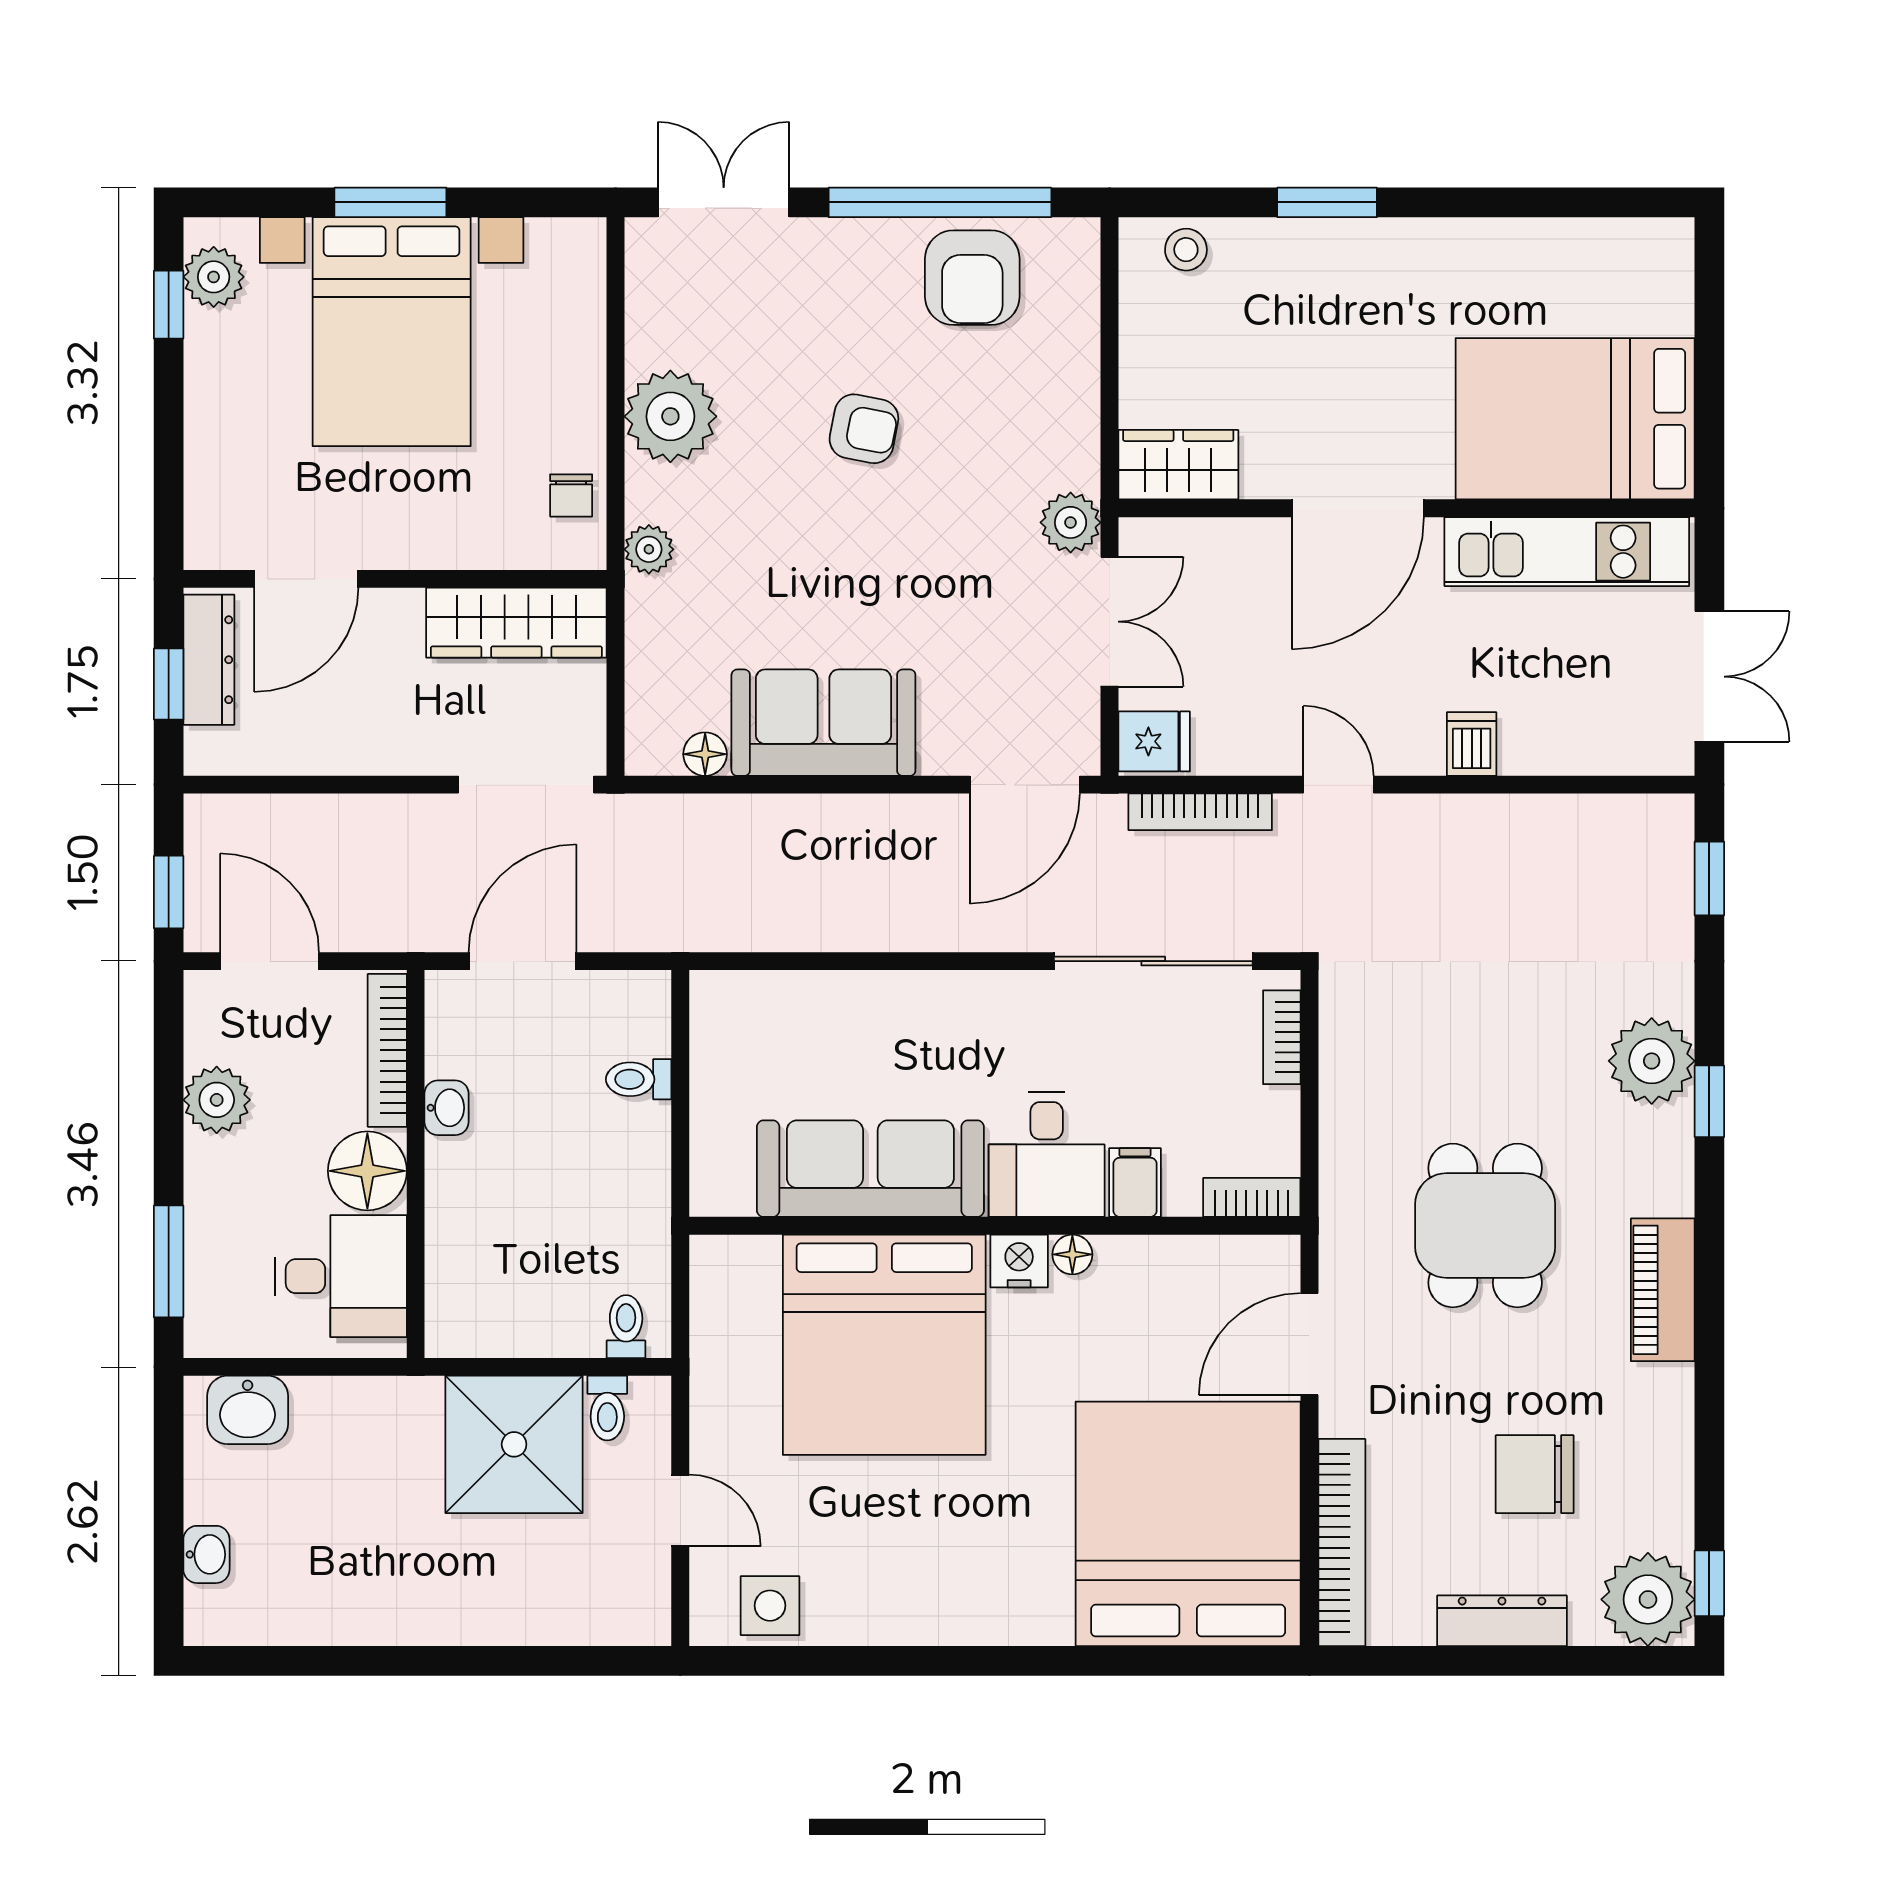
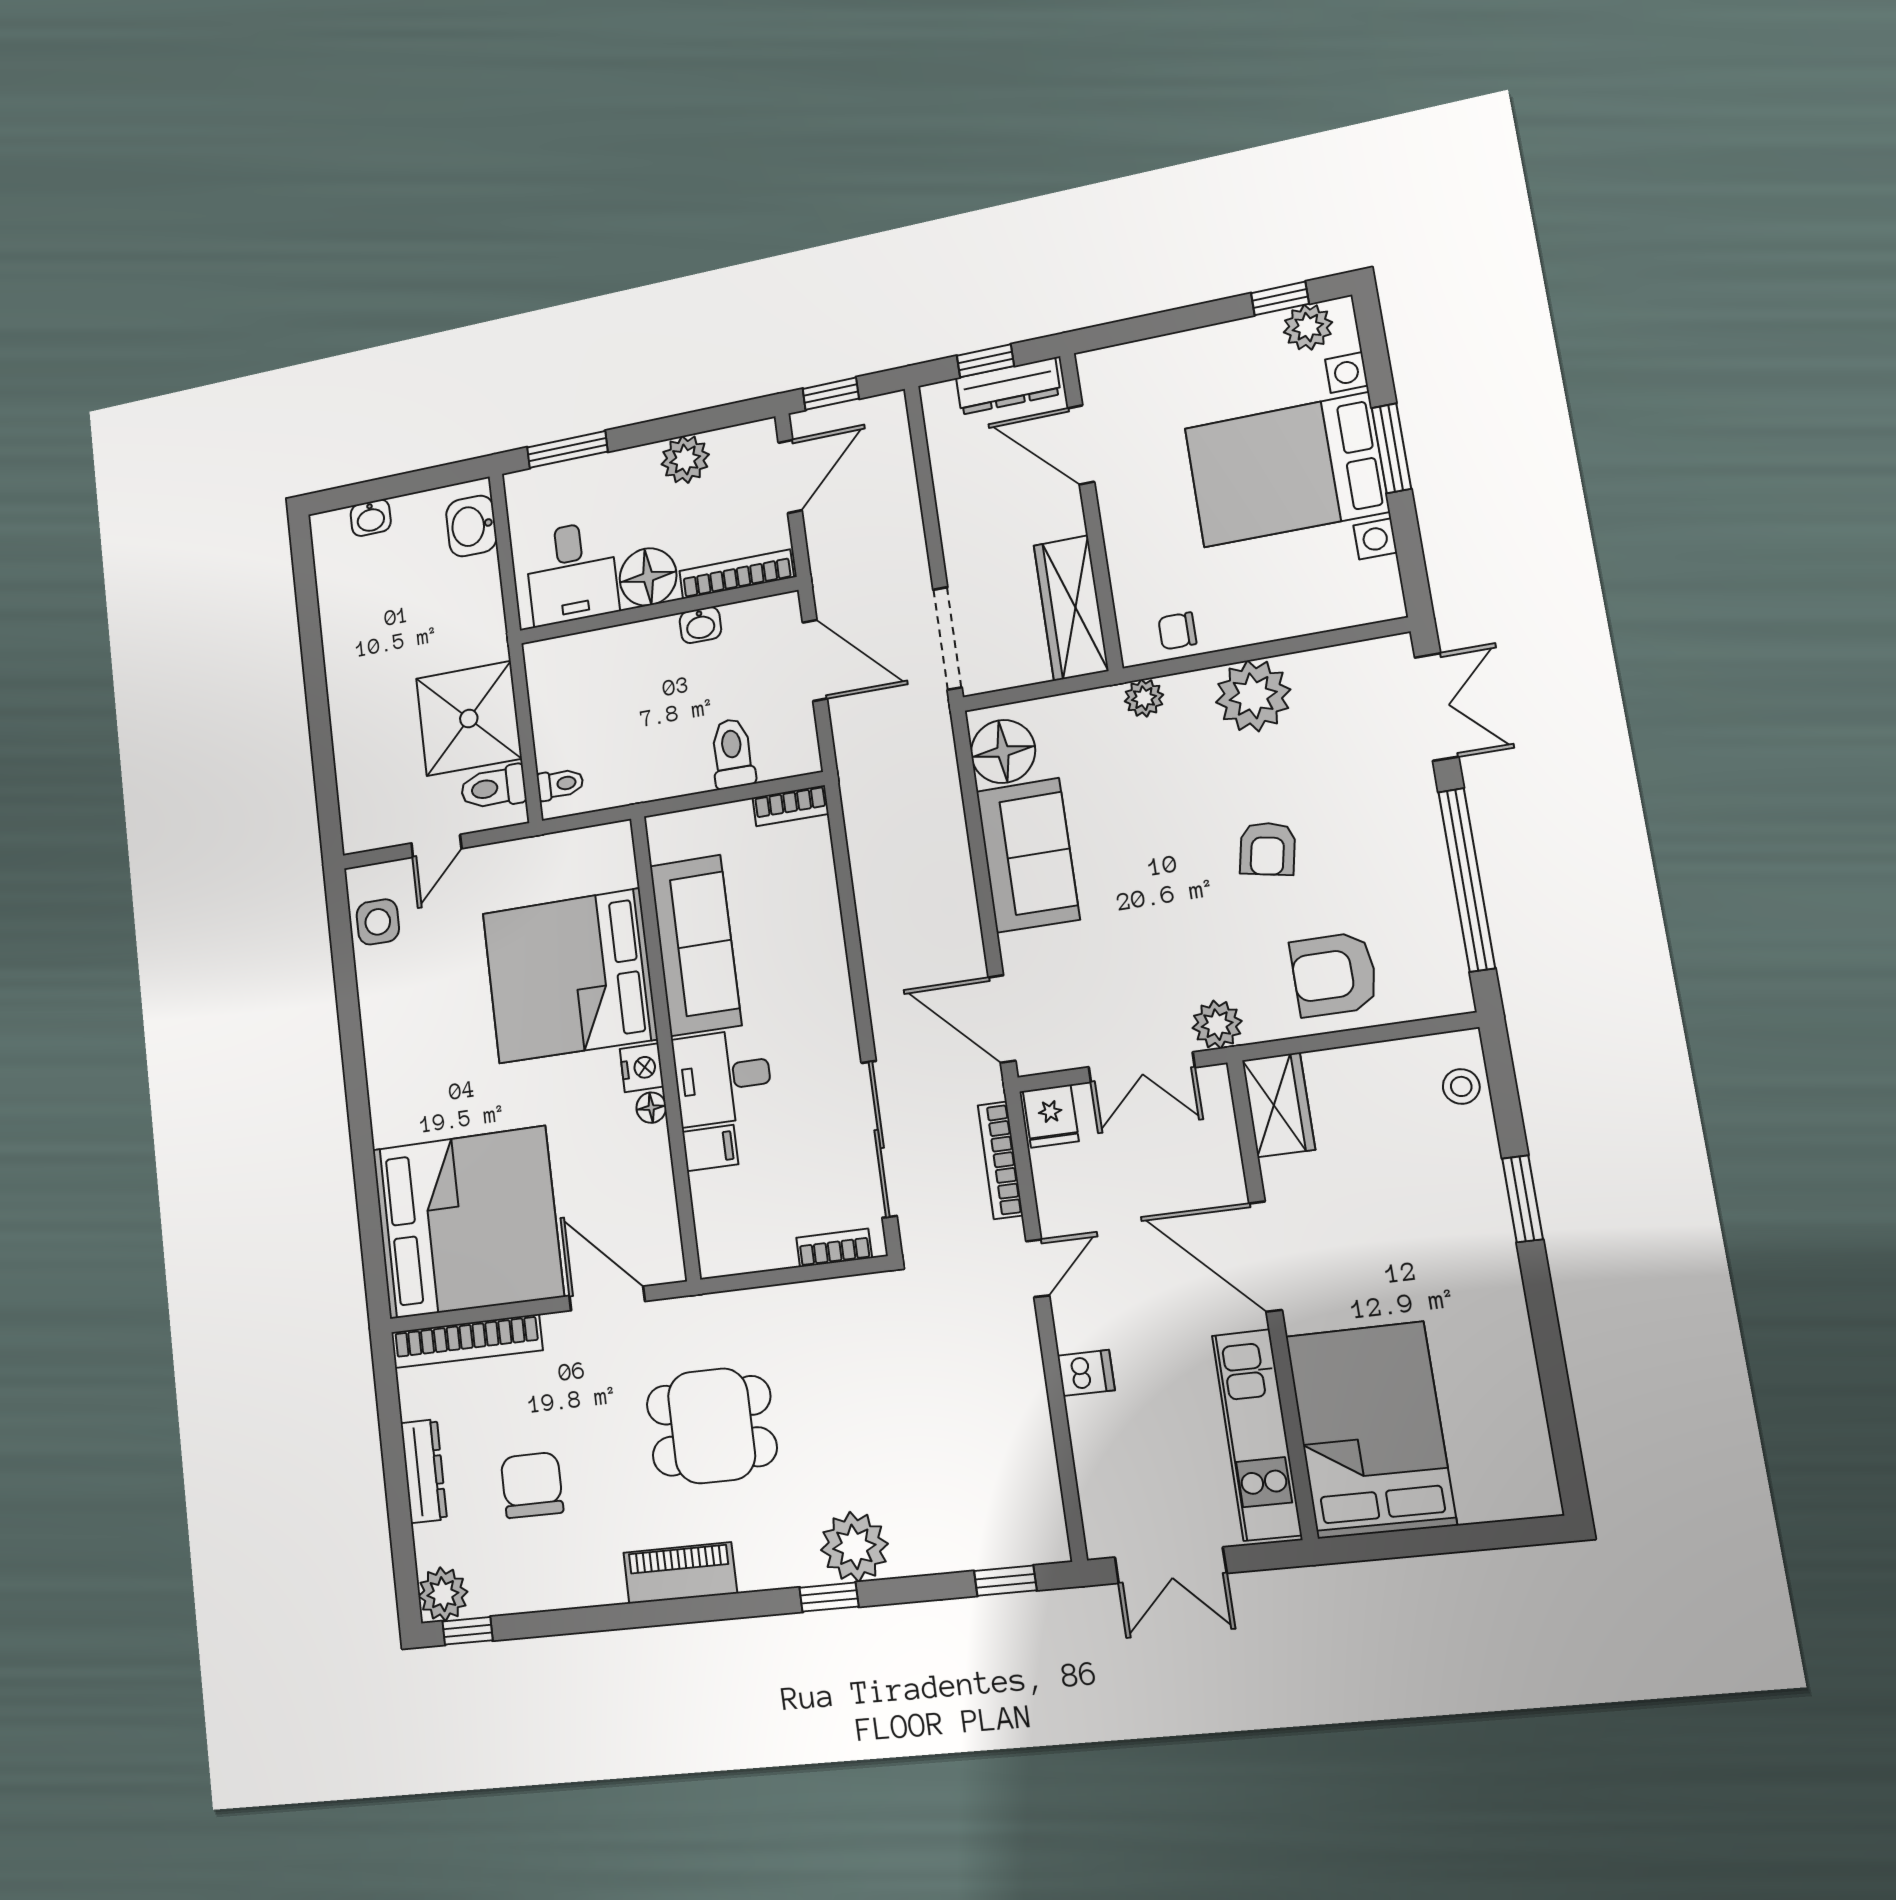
armchair: (972, 278) -> (1334, 974), moved
floor lamp: (705, 754) -> (1003, 752), width x1.89, depth x1.89
toilet: (639, 1079) -> (732, 753), width x1.37, depth x1.39
bookcase: (1252, 1197) -> (791, 806), moved, turned 90
toilet: (607, 1408) -> (493, 788), width x1.37, depth x1.39
plant: (1648, 1599) -> (443, 1594), width x0.73, depth x0.73

